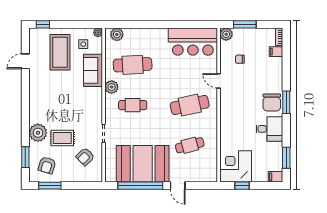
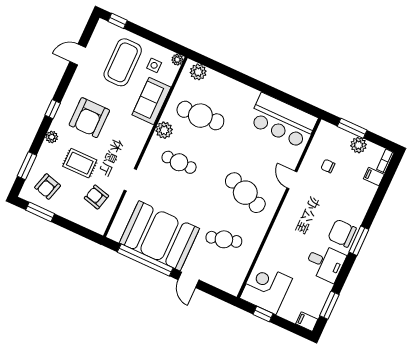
plant: (226, 34) -> (358, 145), moved
armchair: (54, 102) -> (89, 118), added
chair: (272, 102) -> (342, 233), turned 90
cafe table: (190, 105) -> (245, 193), turned 33
window: (25, 108) -> (53, 109), added
plant: (38, 133) -> (52, 137), width x0.53, depth x0.53
armchair: (85, 157) -> (96, 197), turned 60

